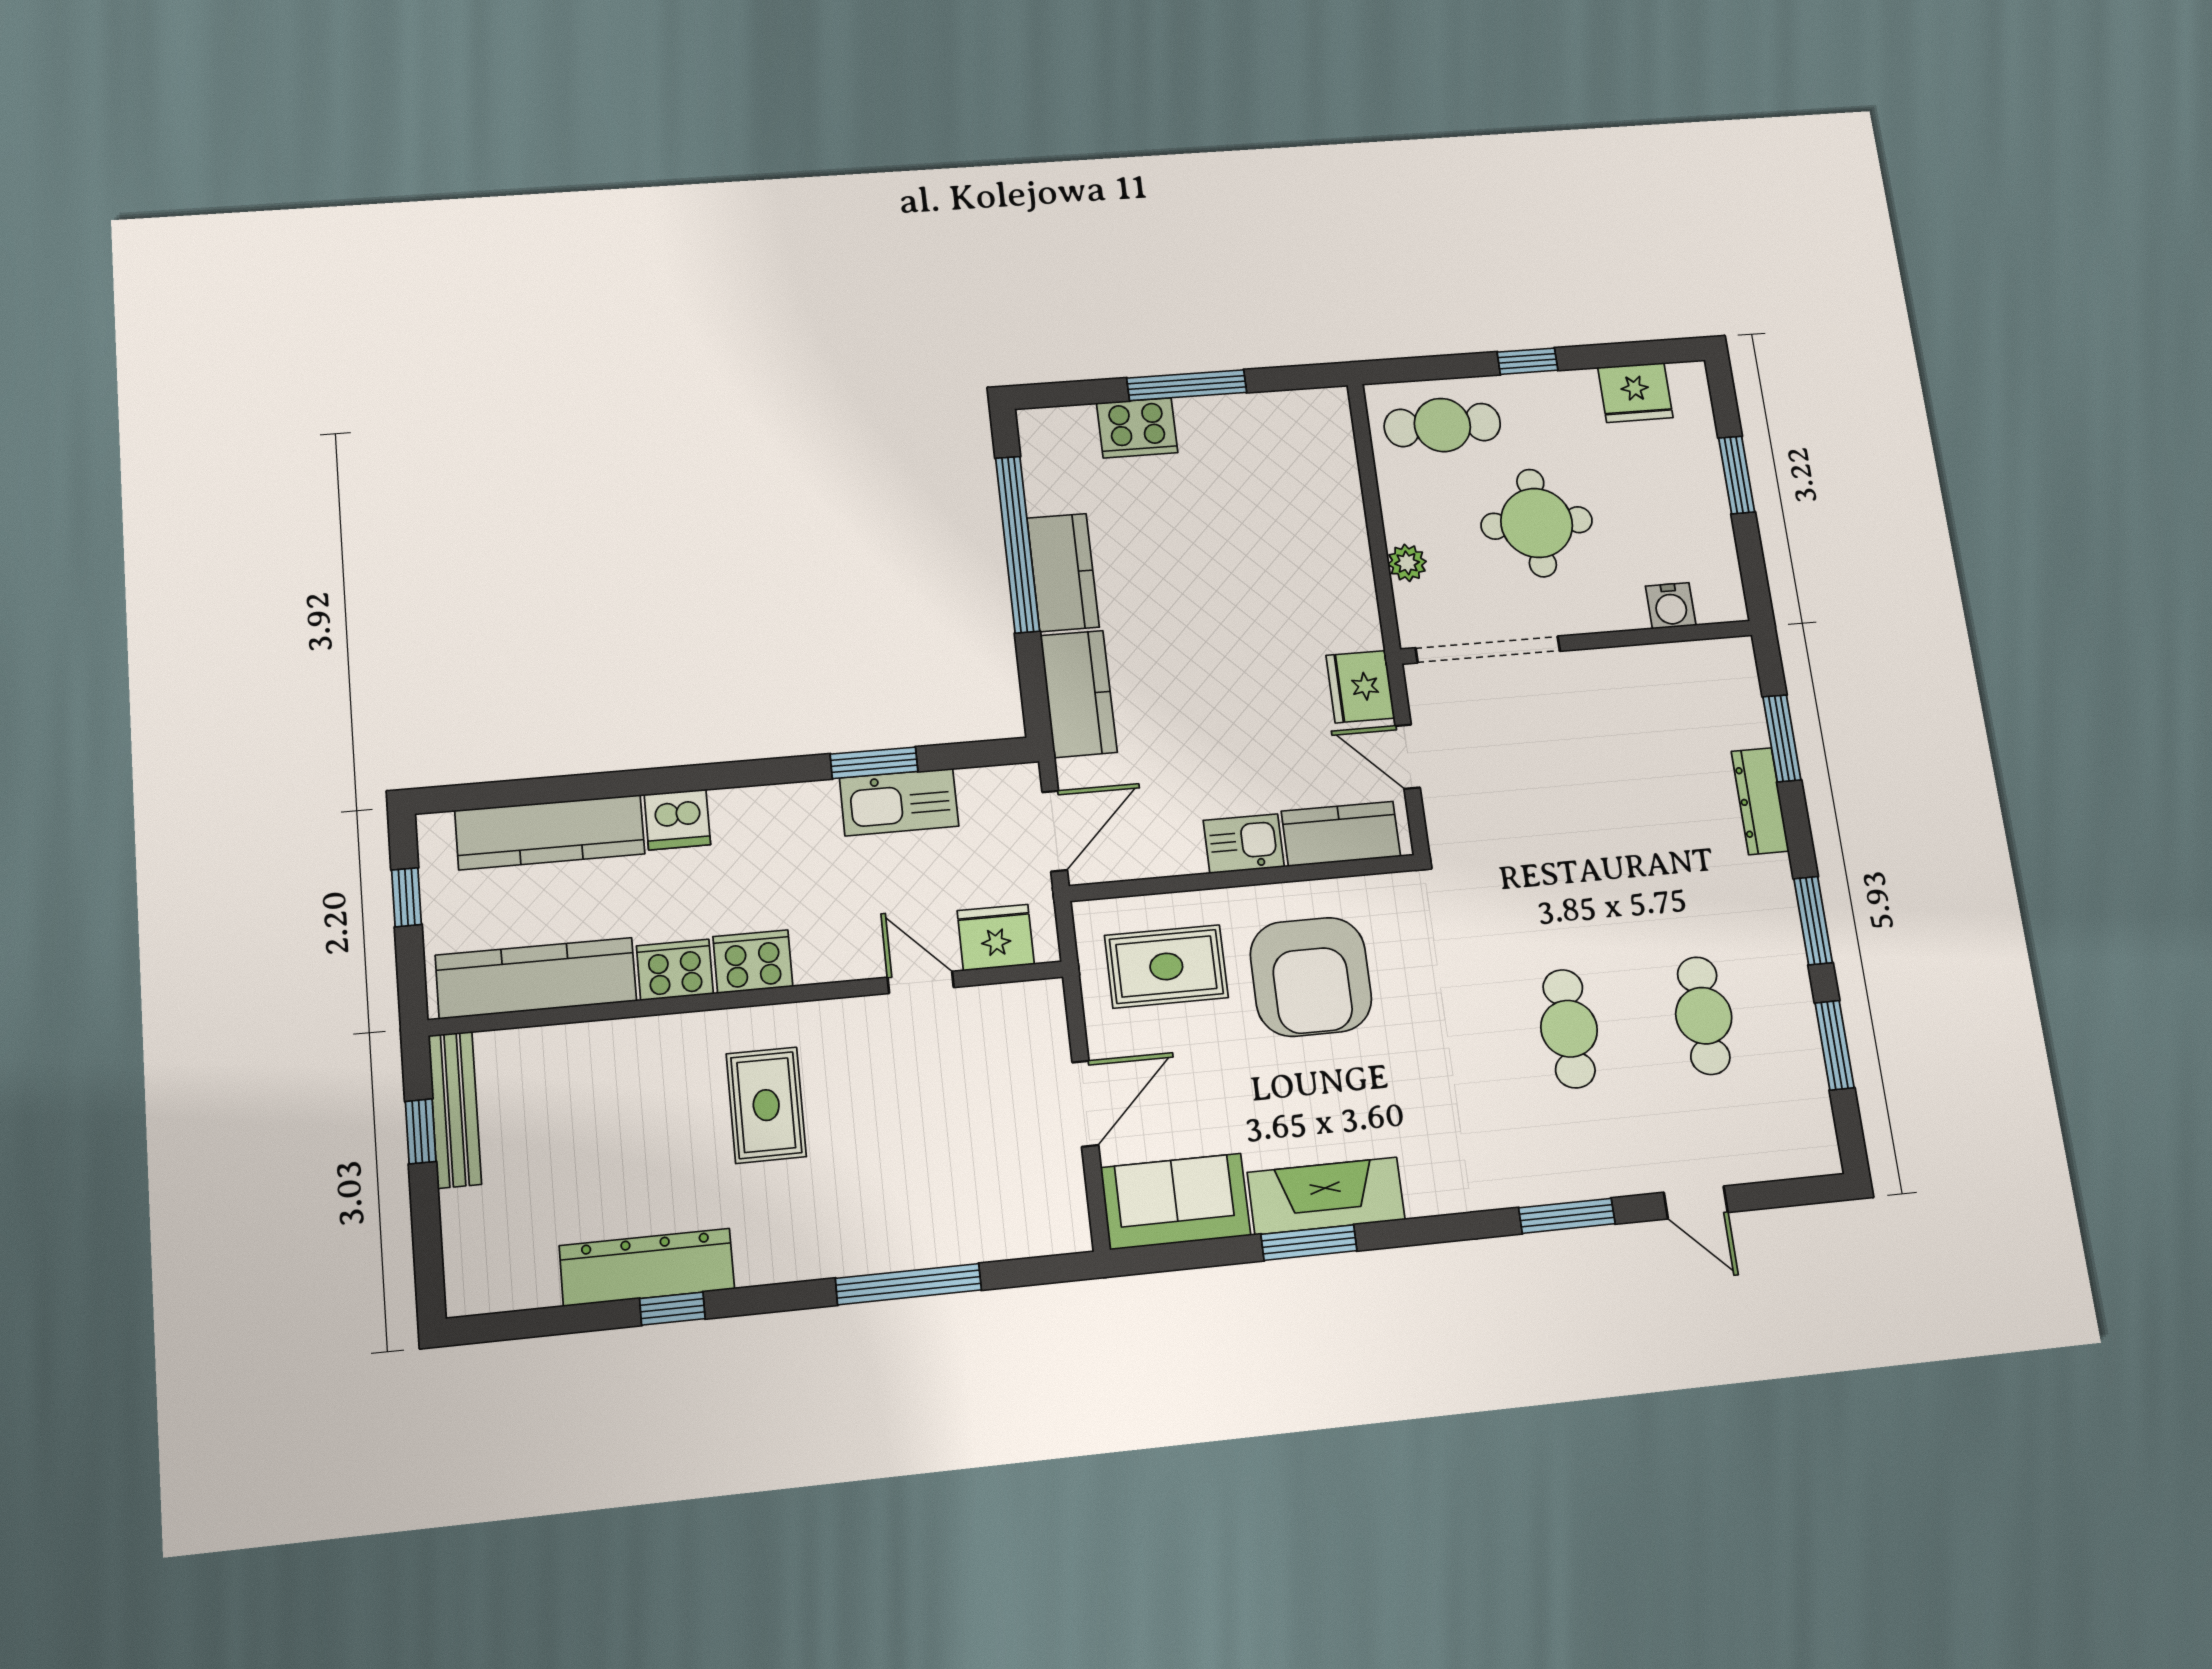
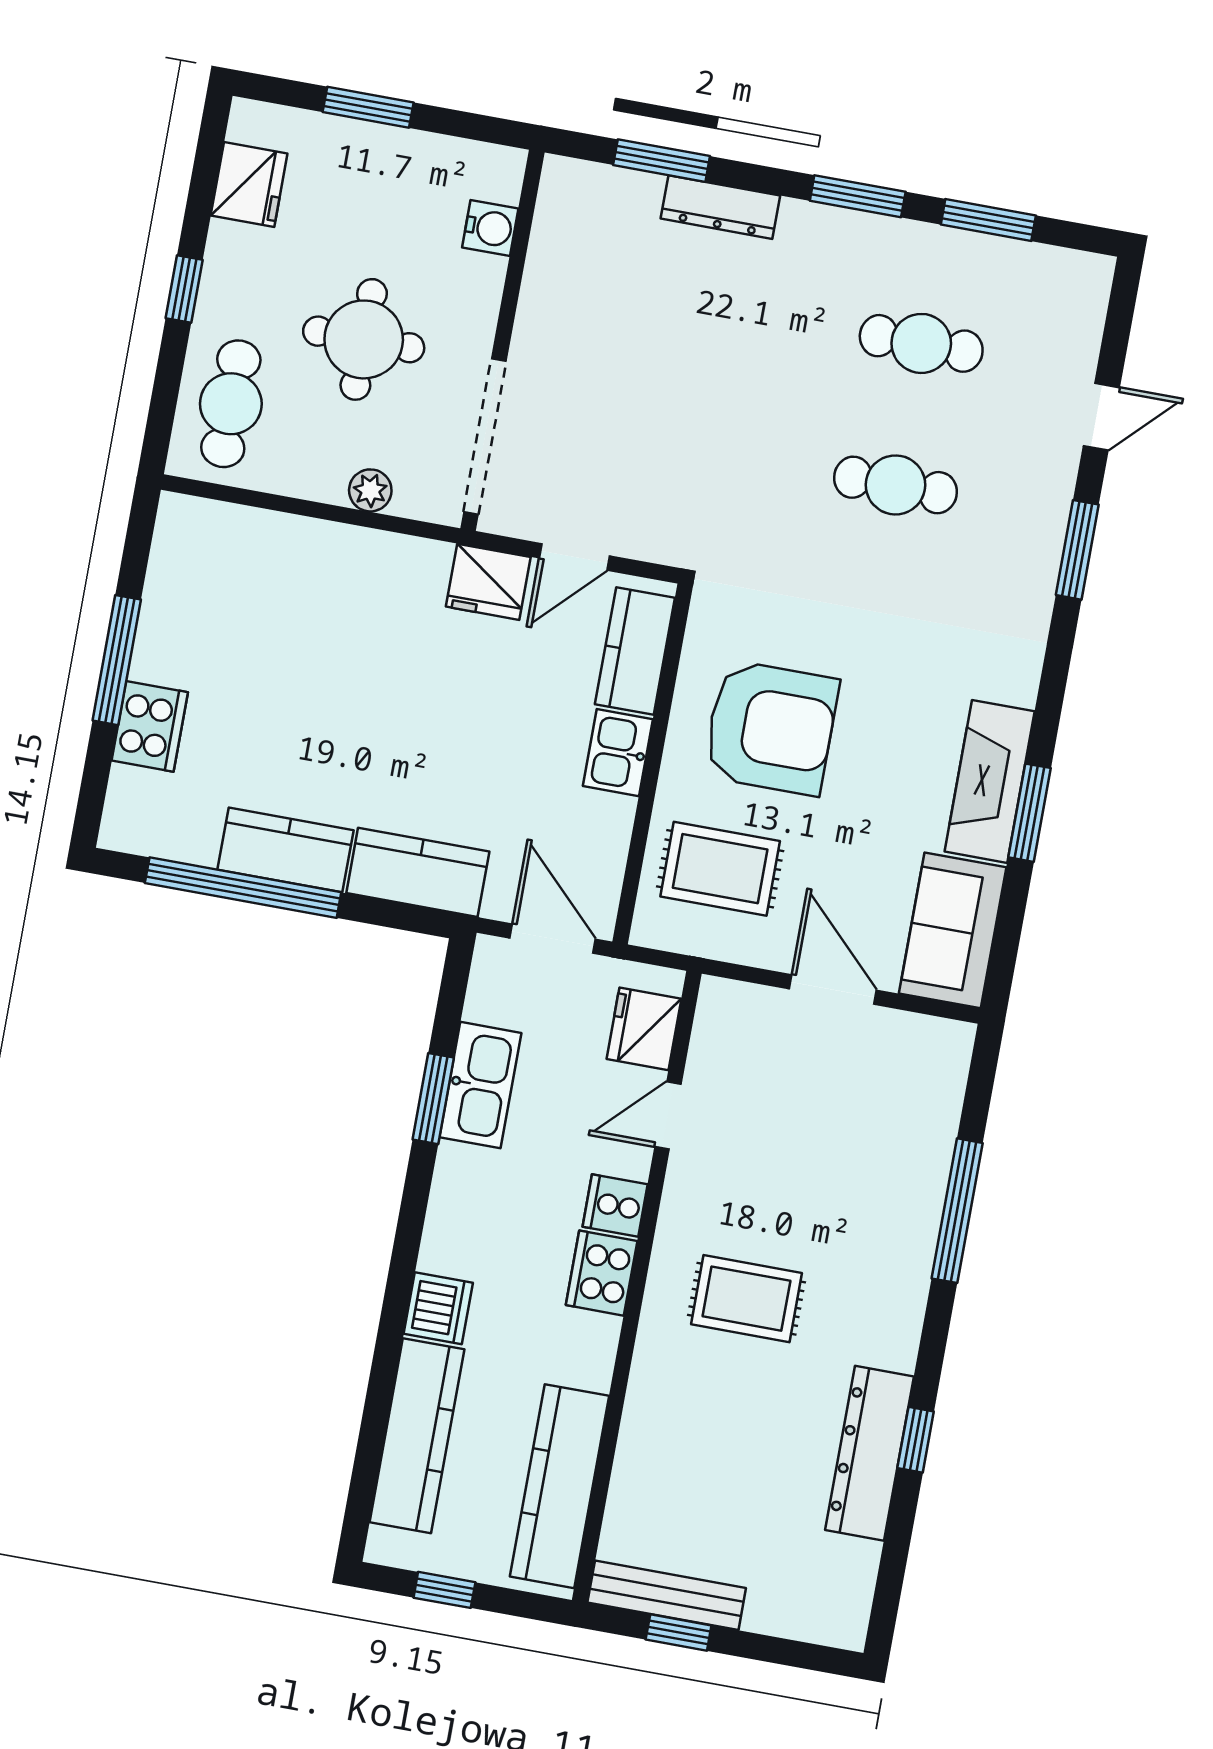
rug: (1166, 966) -> (720, 869), turned 90
cooker: (675, 970) -> (615, 1205), moved, width x0.73

